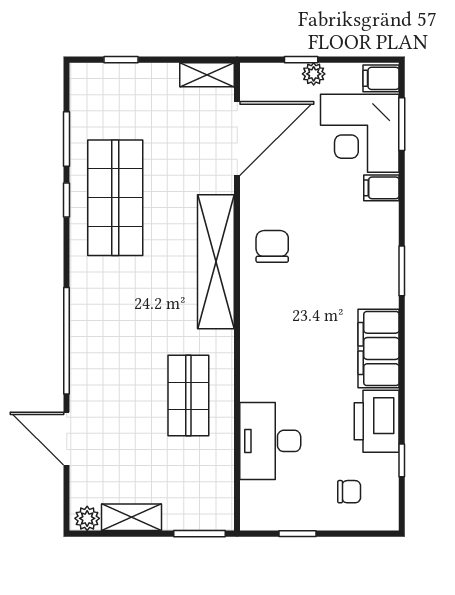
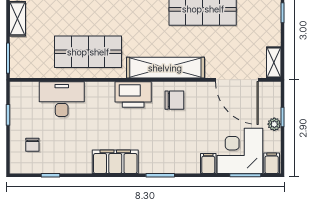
shop shelf: (188, 396) -> (88, 52), width x1.43, depth x1.36
printer: (377, 421) -> (133, 94), moved, turned 180

